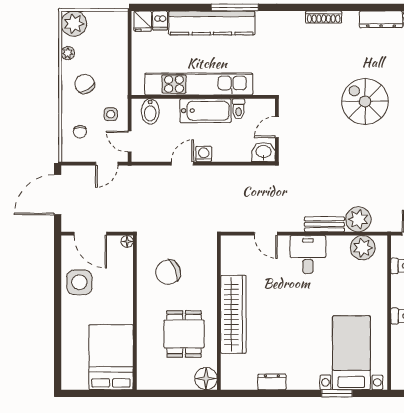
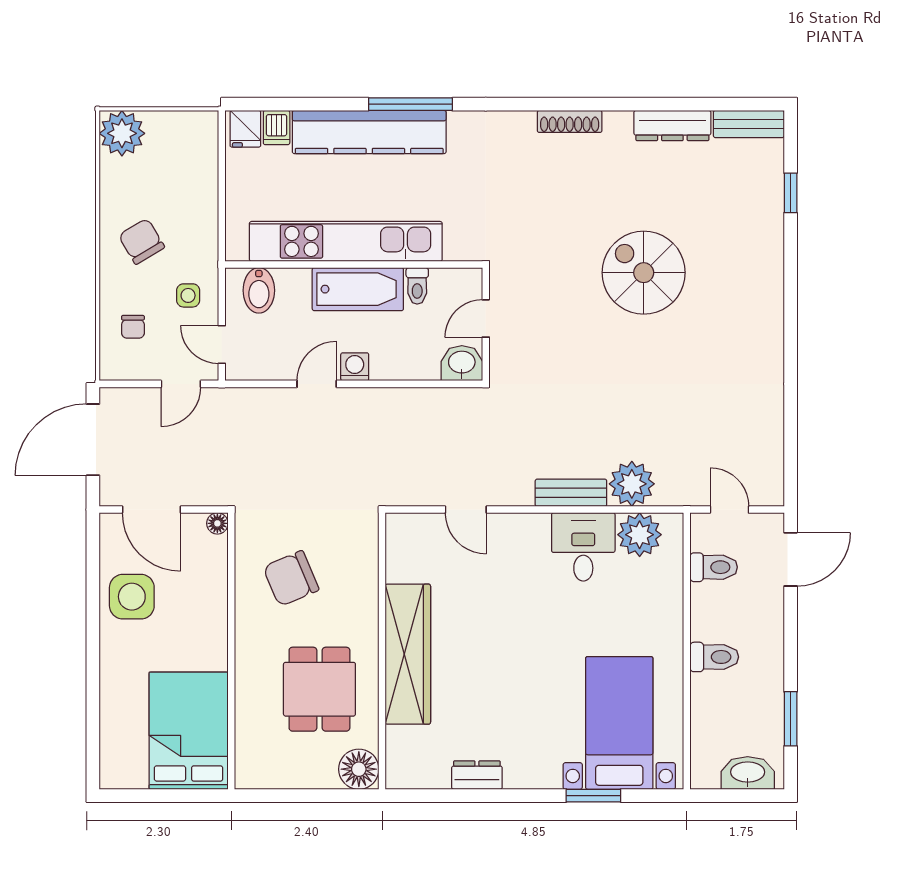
plant: (68, 53) -> (111, 186), removed
desk: (308, 255) -> (583, 547), moved

